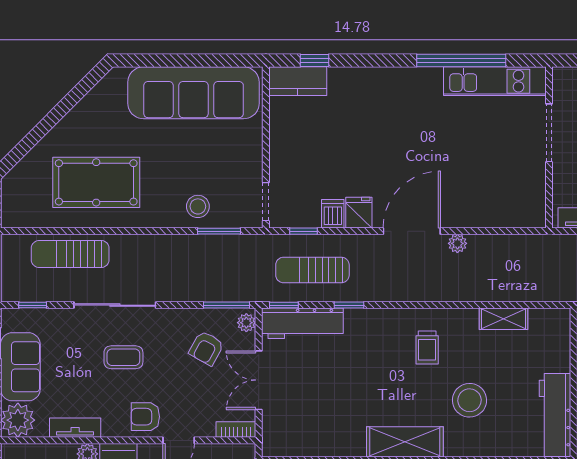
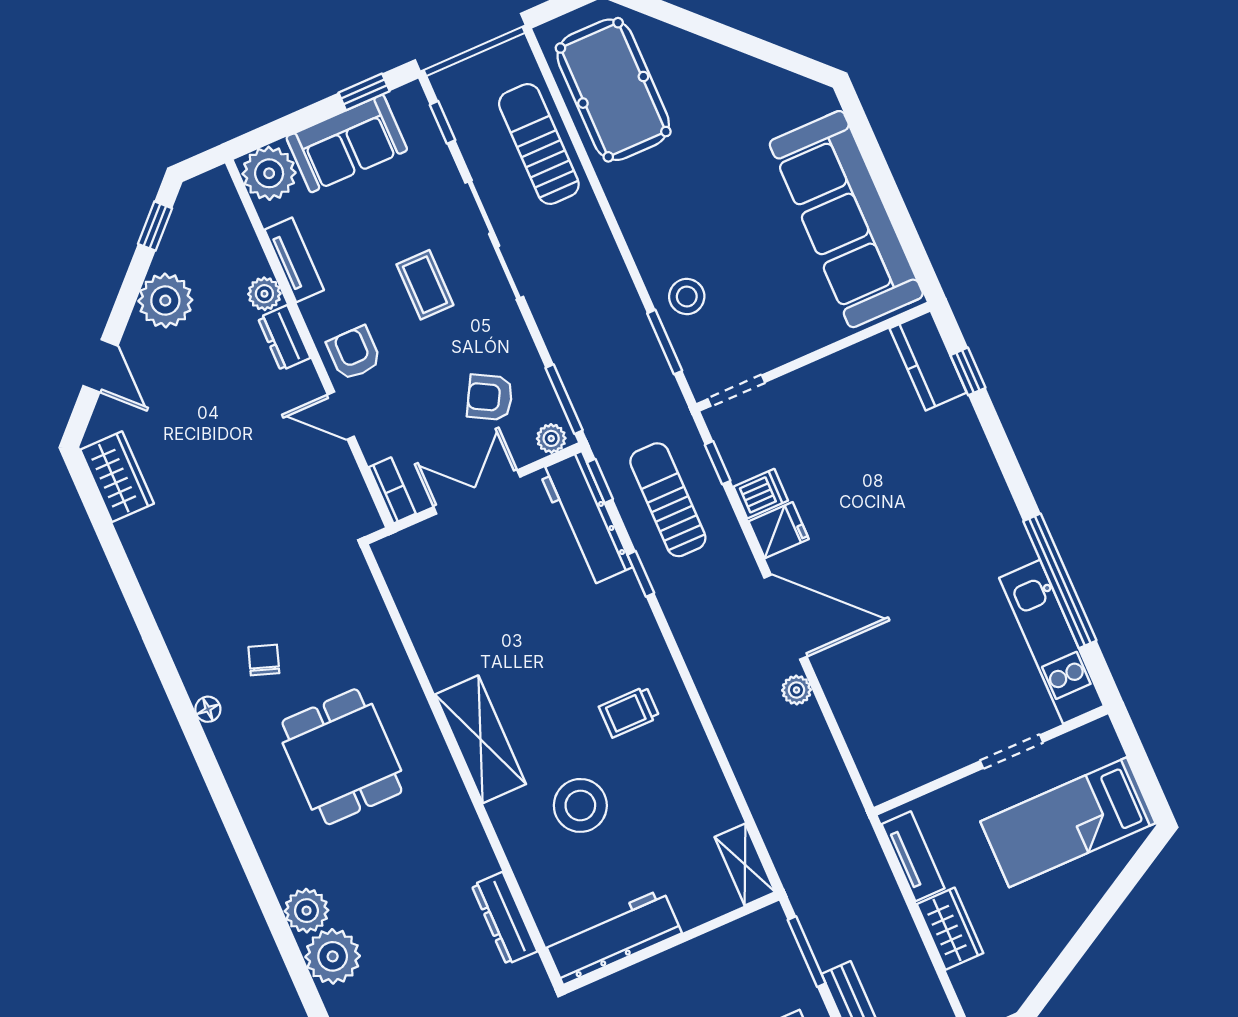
doorway: (549, 133) -> (1012, 752), width x0.73
pool table: (96, 182) -> (613, 90), moved
shelving: (503, 319) -> (745, 864), moved

